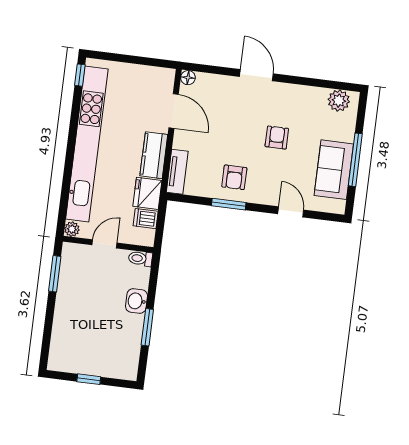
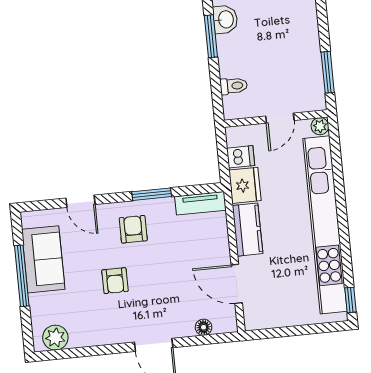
floor lamp: (188, 78) -> (204, 327), moved
tv unit: (177, 172) -> (200, 203), moved, turned -90
armchair: (234, 177) -> (133, 229), moved
toilet: (140, 258) -> (234, 86), moved
washbasin: (136, 301) -> (225, 19), moved

